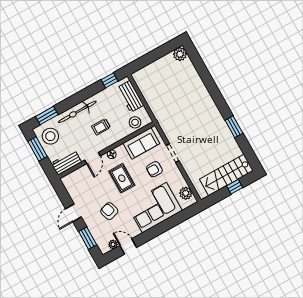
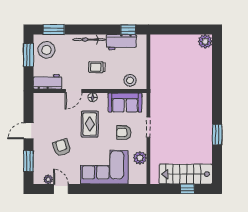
workbench: (130, 96) -> (121, 42), moved, turned -90
bicycle: (77, 112) -> (89, 40), width x0.73, depth x0.71
plant: (186, 193) -> (140, 158), moved

